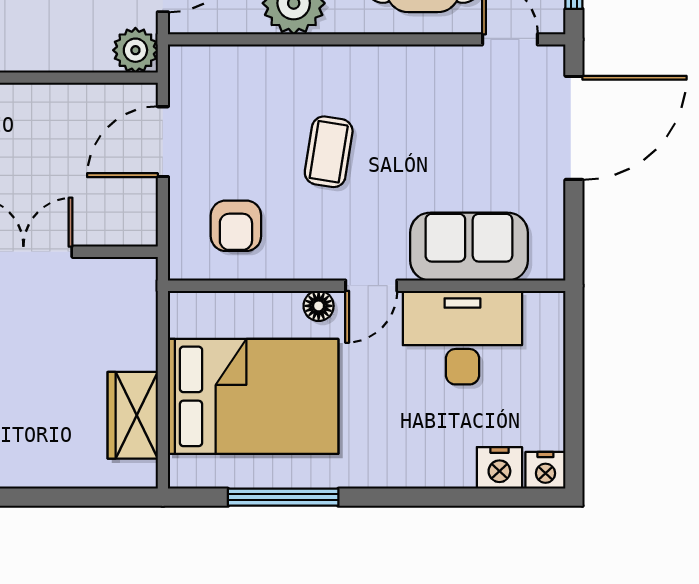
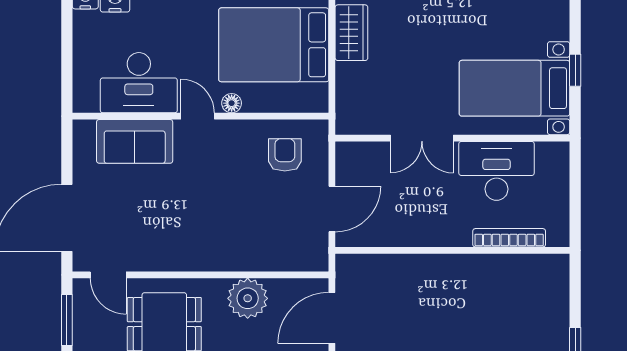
plant: (135, 50) -> (350, 268), removed
coffee table: (329, 152) -> (225, 203), removed
door: (371, 286) -> (198, 116), hinge flipped

